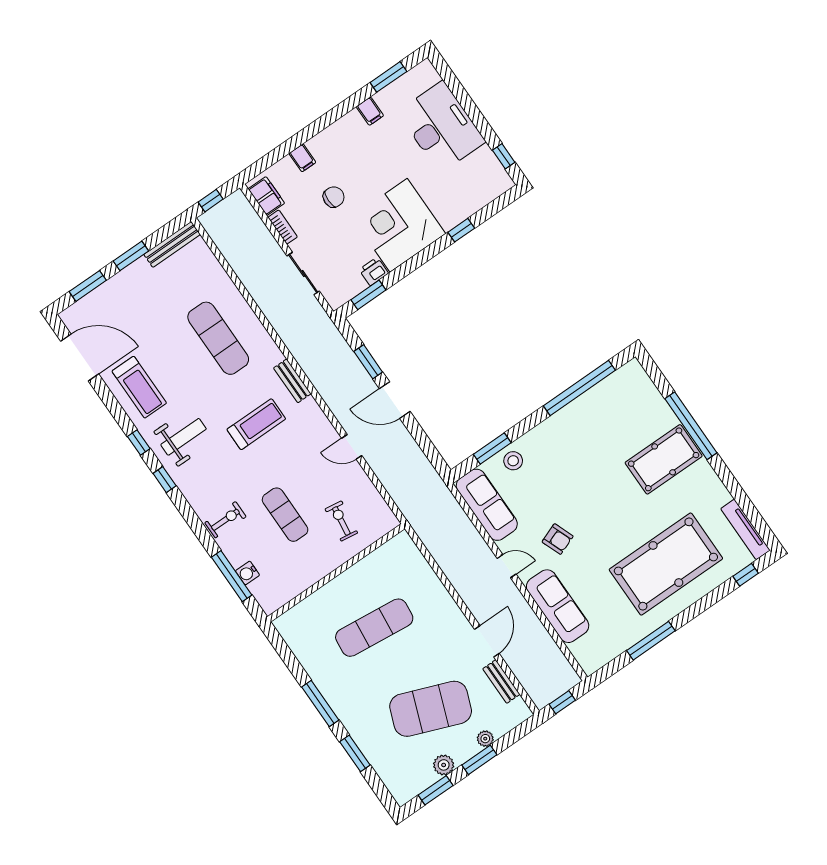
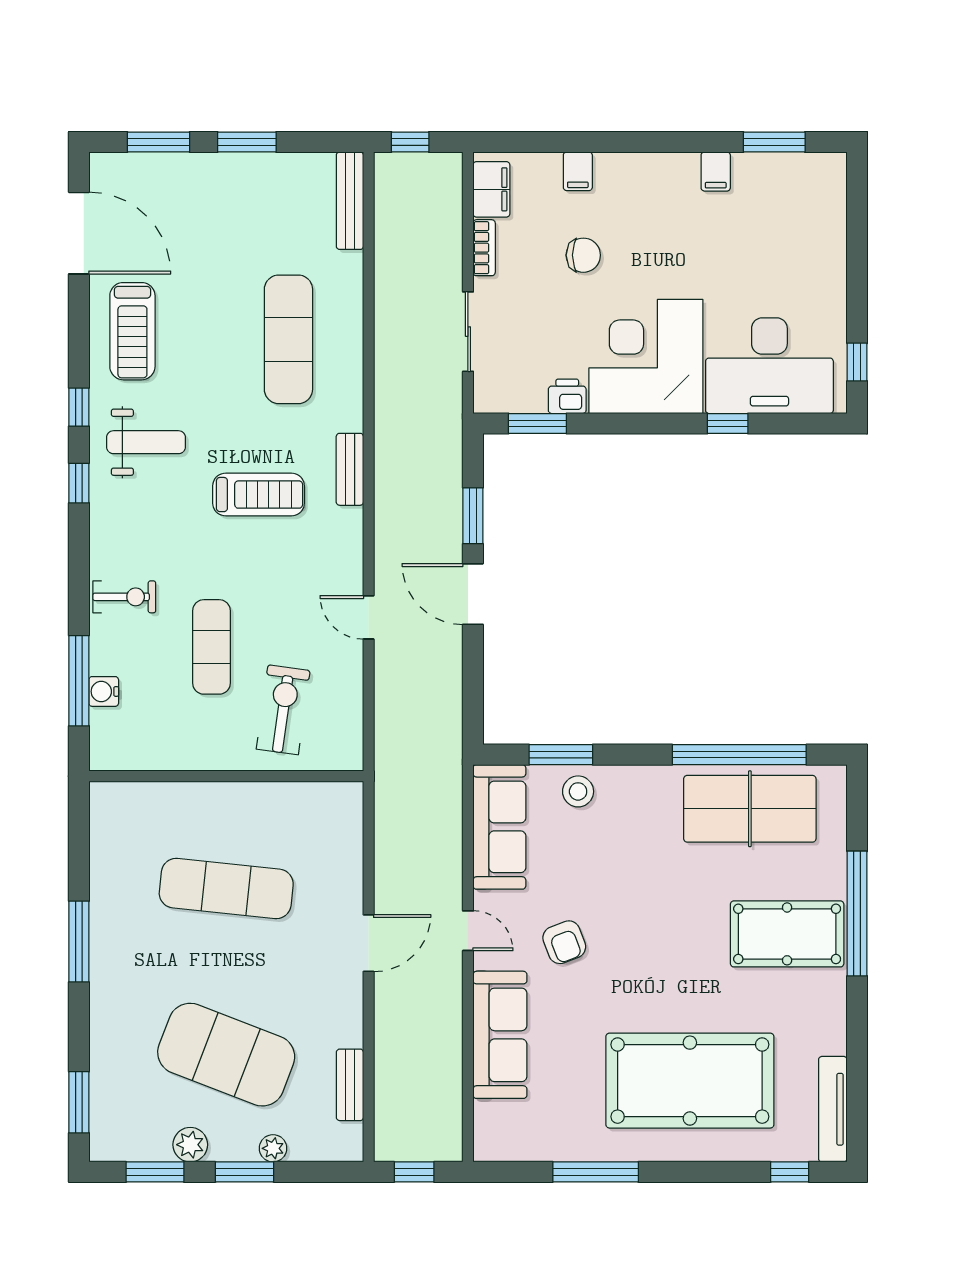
desk: (441, 127) -> (769, 366), moved, turned 90
bench: (172, 244) -> (350, 201), moved, turned 90
table tennis table: (603, 411) -> (750, 809), added
exercise bike: (341, 521) -> (283, 710), width x1.38, depth x1.39
door: (487, 641) -> (369, 943), moved
window: (355, 753) -> (79, 1102), moved

